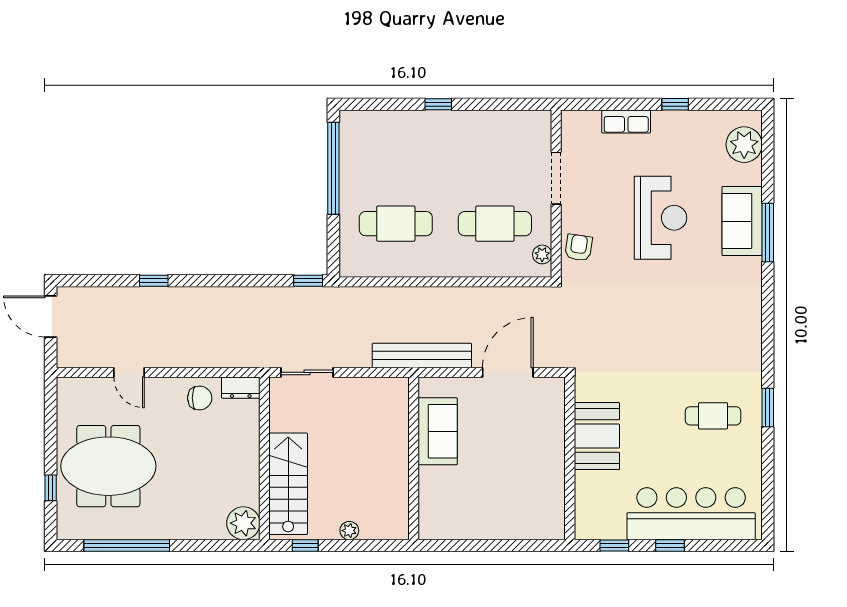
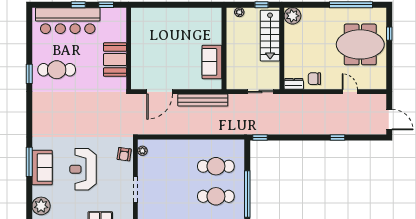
cafe table: (495, 224) -> (216, 196), moved
cafe table: (713, 416) -> (57, 70), width x1.37, depth x1.35
sofa: (438, 431) -> (212, 62), moved
wall: (414, 458) -> (224, 48), moved

